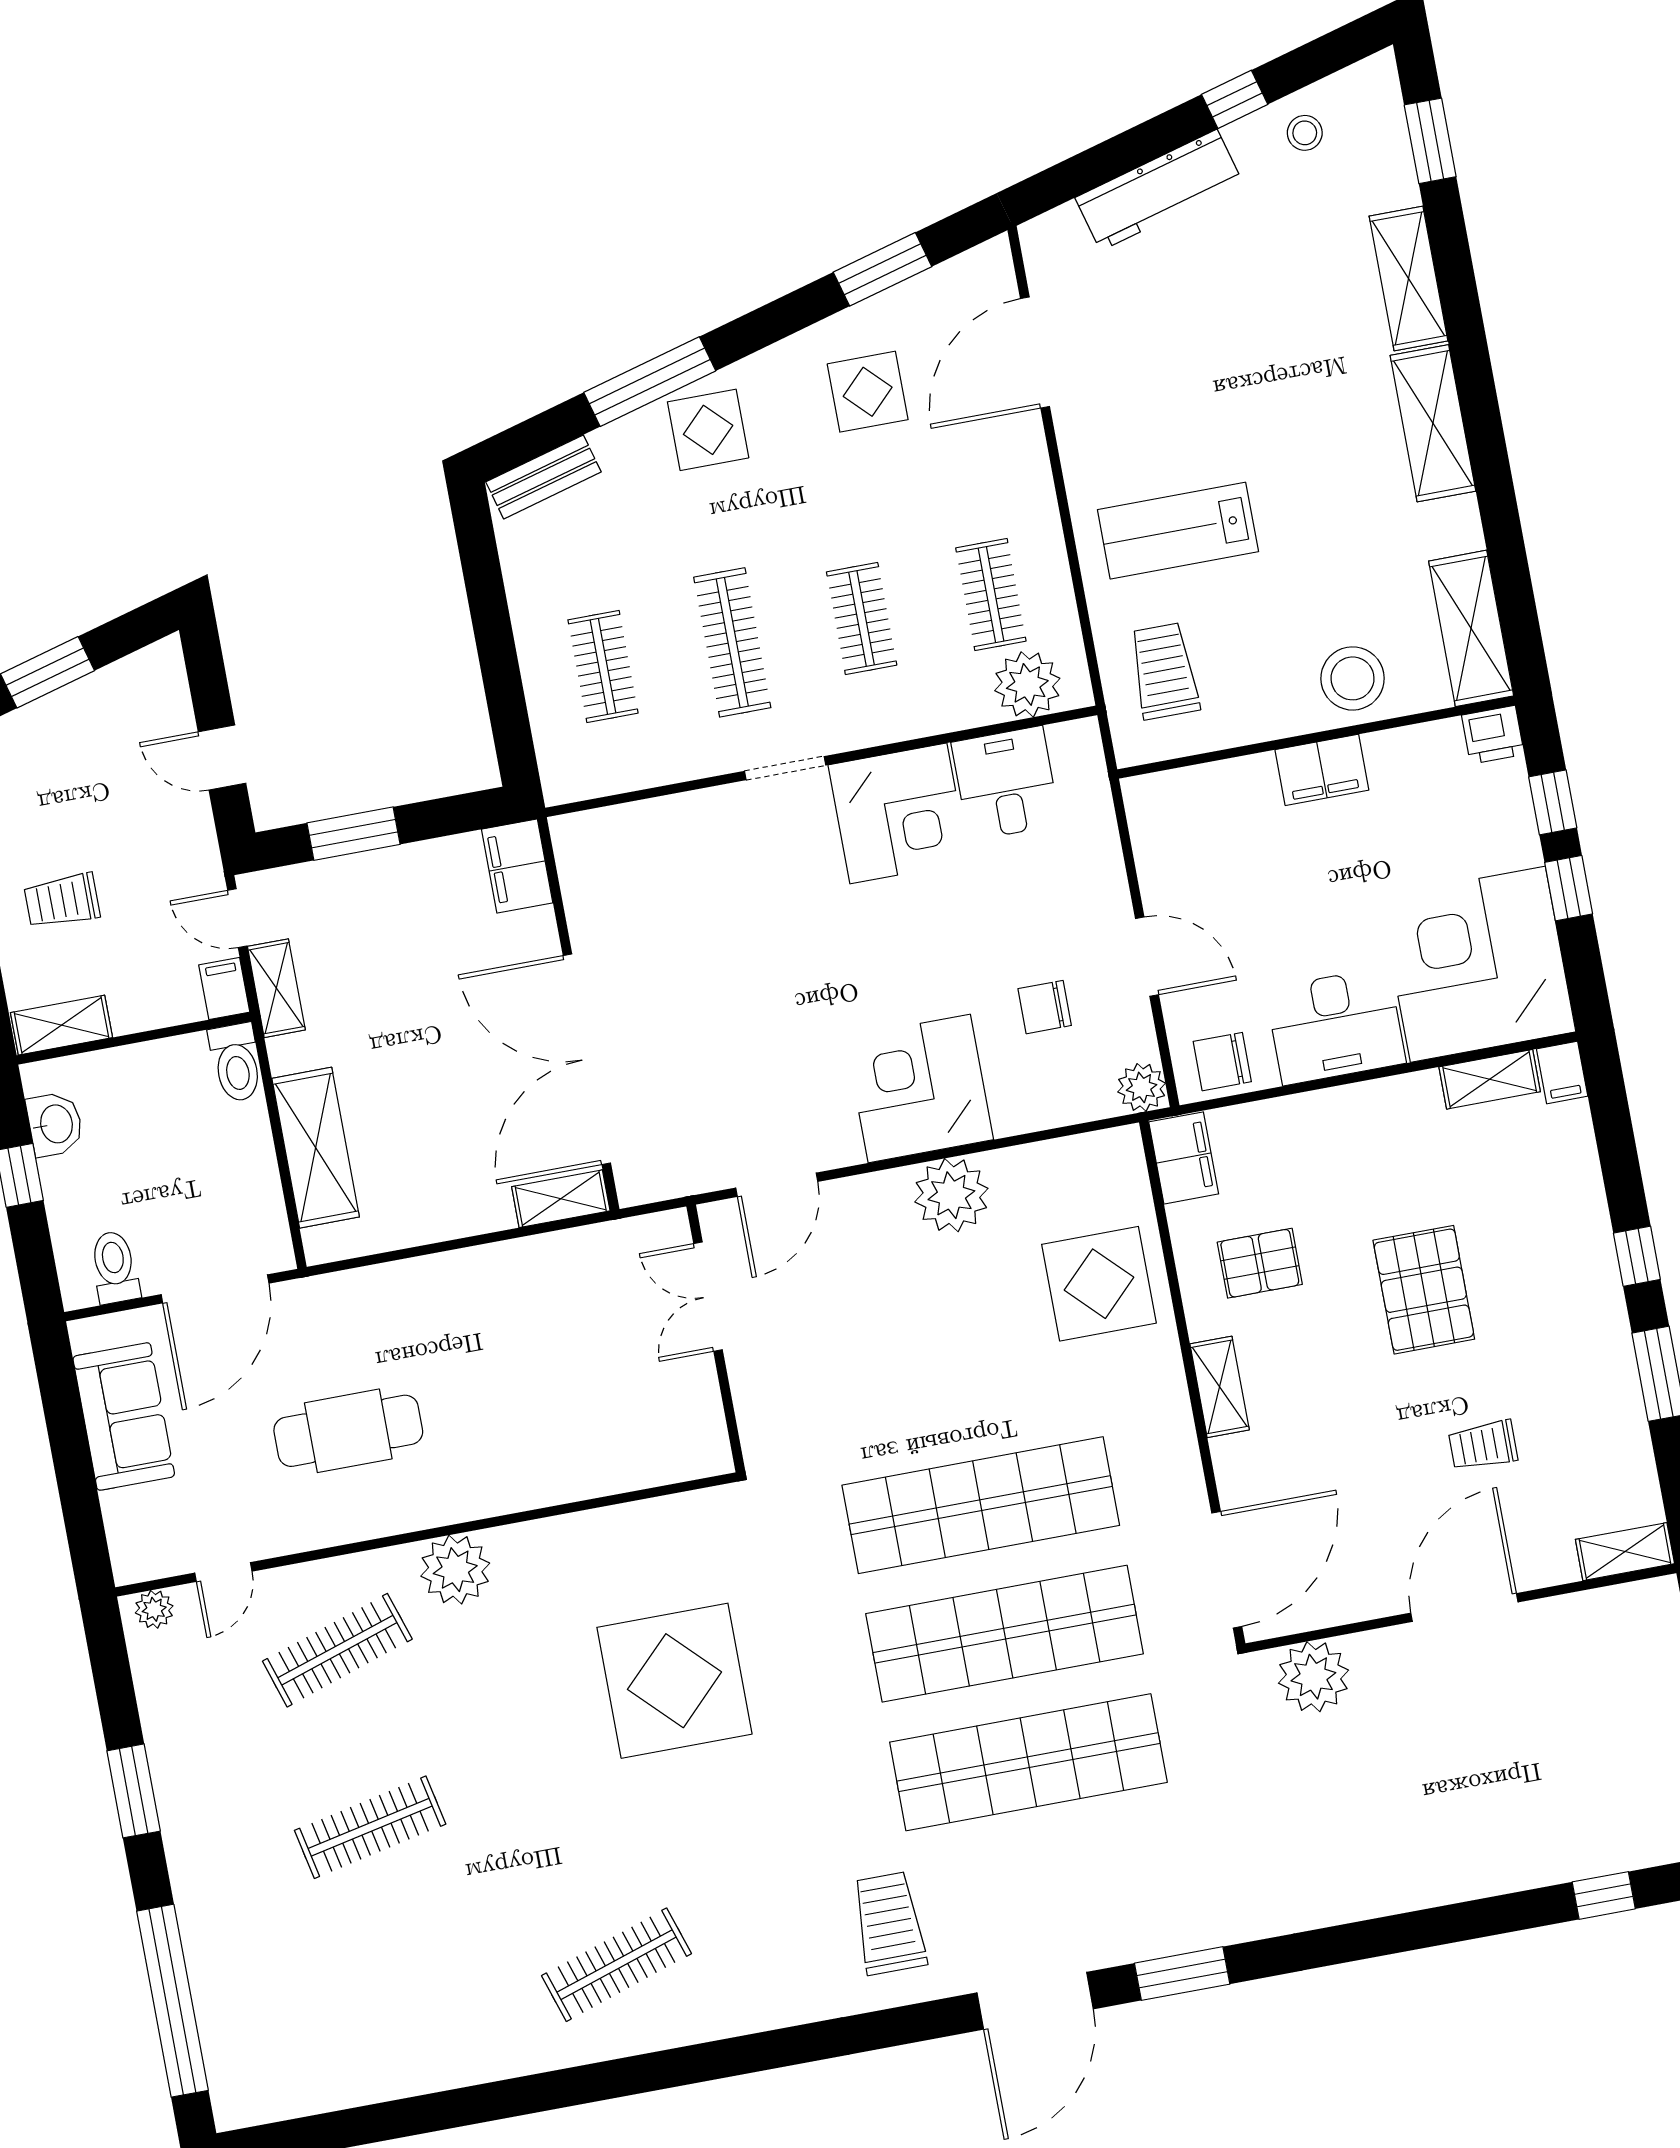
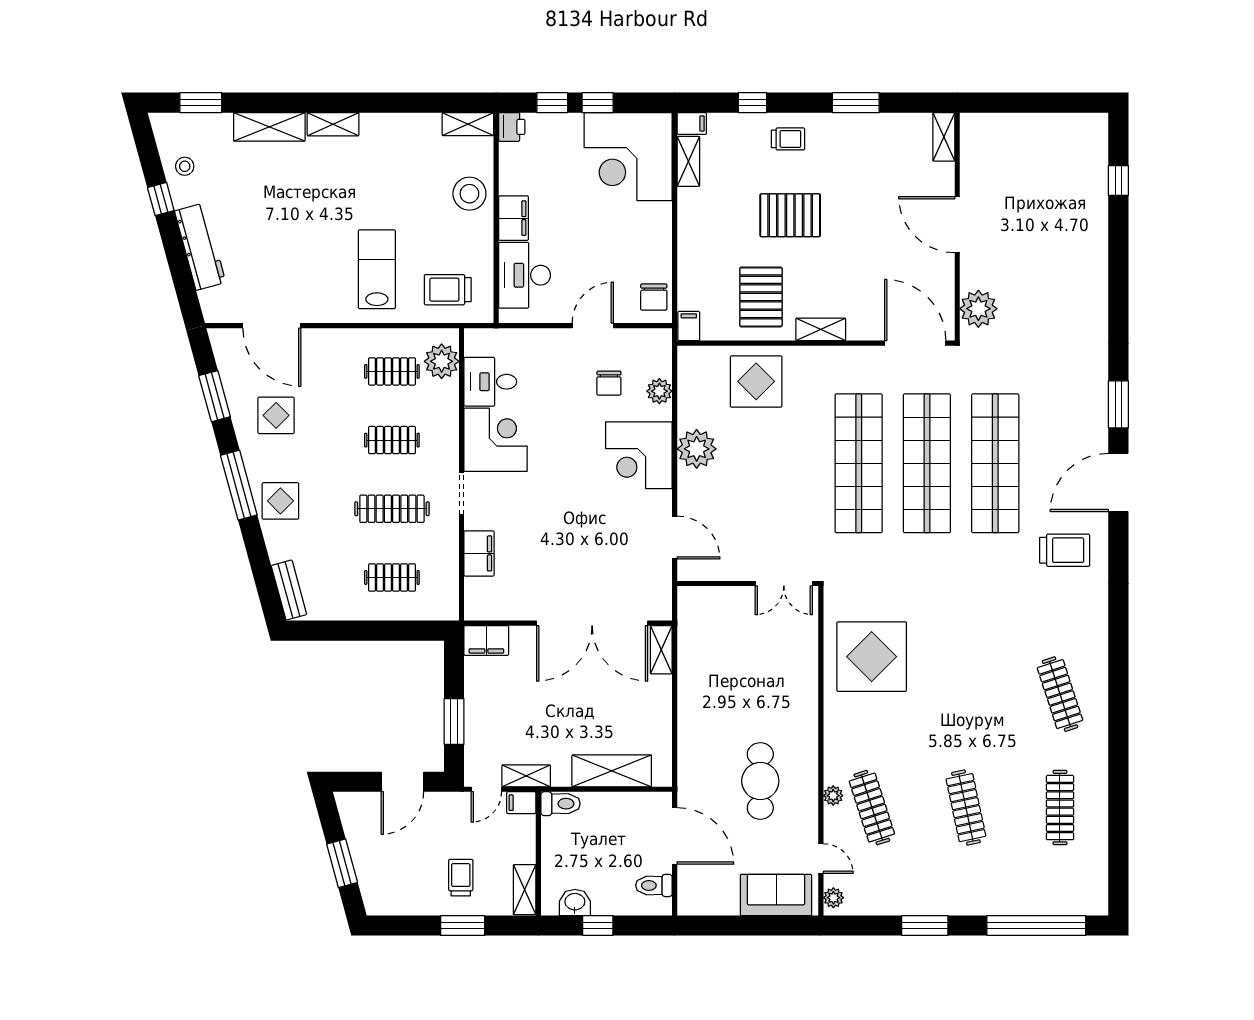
window: (650, 382) -> (239, 485), moved
shelving: (1433, 423) -> (333, 124), width x0.67, depth x0.75
lab bench: (1178, 531) -> (377, 269), turned 180
shelving: (1471, 628) -> (468, 124), width x0.67, depth x0.75
door: (222, 757) -> (402, 782), width x1.38
filing cabinet: (679, 822) -> (479, 553), added
trolley: (62, 901) -> (461, 878), turned 180
desk: (1336, 1026) -> (525, 275), moved, turned 180
plant: (1142, 1087) -> (659, 391), moved
filing cabinet: (1184, 1158) -> (689, 326), width x0.50
window: (1637, 1256) -> (753, 103), moved
pallet: (1260, 1263) -> (761, 297), width x1.50, depth x1.42
double door: (708, 1297) -> (784, 584), moved
sofa: (124, 1416) -> (776, 895), moved
trolley: (1483, 1445) -> (788, 139), moved, turned -90
plant: (455, 1570) -> (833, 796), moved, width x0.53, depth x0.53
display table: (675, 1681) -> (872, 657), moved
trolley: (889, 1923) -> (1065, 550), turned 180
door: (1035, 2001) -> (1118, 483), swing flipped
clothes rail: (403, 2004) -> (1060, 808), added

